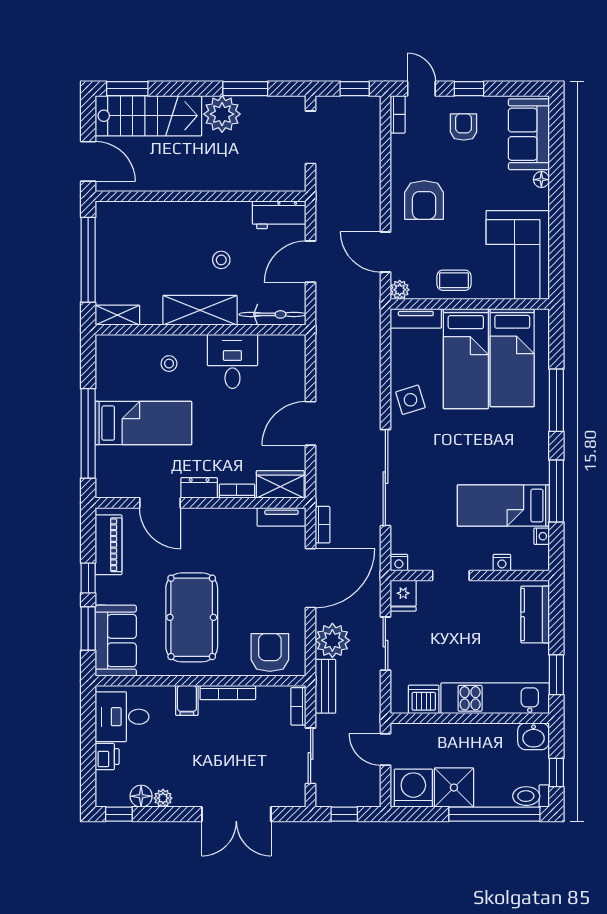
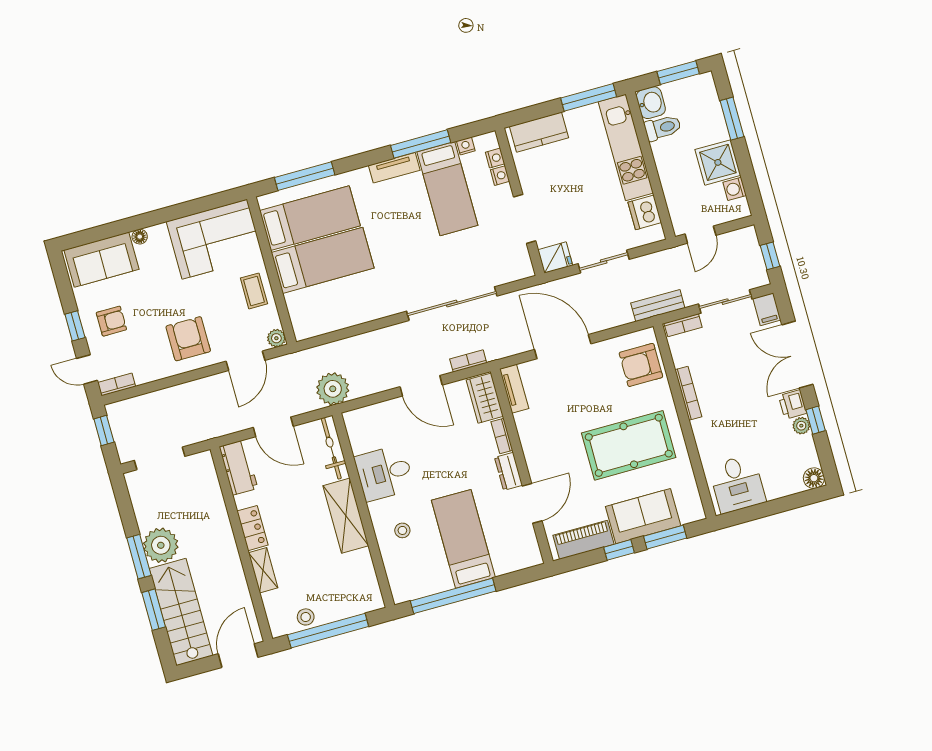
window: (127, 89) -> (154, 610), moved
window: (245, 89) -> (139, 557), moved
door: (421, 89) -> (87, 369), hinge flipped
armchair: (464, 127) -> (111, 321), turned 180
armchair: (424, 200) -> (188, 339), turned -90
locker: (214, 212) -> (253, 528), added
stool: (221, 260) -> (306, 617), moved
shelving: (117, 315) -> (263, 570), moved
tv unit: (416, 318) -> (394, 168), moved, turned 90
side table: (410, 400) -> (374, 300), removed
window: (556, 400) -> (305, 176), moved
window: (88, 433) -> (453, 596), moved
bookcase: (323, 525) -> (468, 361), moved
nightstand: (399, 563) -> (495, 158), moved
doorway: (451, 575) -> (525, 219), width x1.38
plant: (332, 640) -> (333, 389), moved
sofa: (116, 641) -> (643, 516), moved
window: (556, 675) -> (589, 97), width x1.44
filing cabinet: (187, 700) -> (767, 309), moved, turned 90
printer: (107, 757) -> (793, 404), moved, turned -90
window: (556, 772) -> (678, 73), width x1.50
washing machine: (413, 788) -> (735, 189), width x0.53, depth x0.53
floor lamp: (141, 796) -> (814, 478), moved
toilet: (531, 796) -> (663, 128), moved, turned -90
window: (119, 814) -> (816, 420), moved
double door: (236, 814) -> (797, 355), swing flipped
window: (494, 814) -> (732, 119), width x0.47

